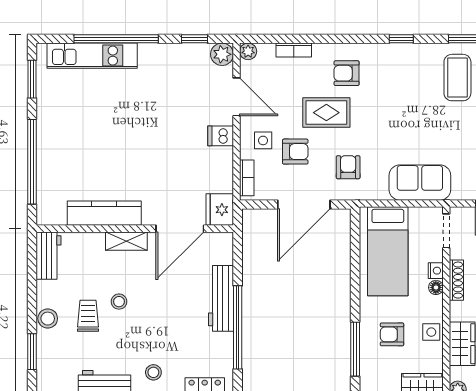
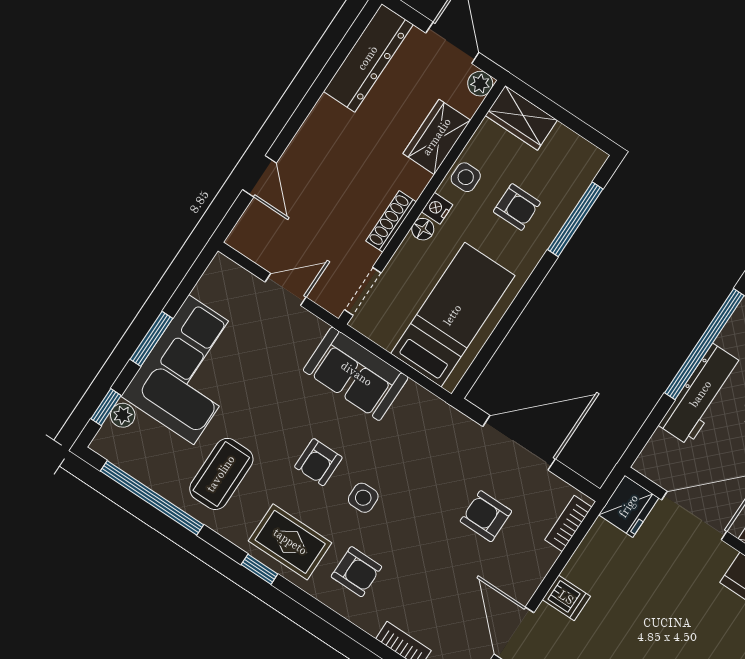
rug: (326, 113) -> (290, 542), moved
side table: (263, 140) -> (363, 498), moved
armchair: (348, 167) -> (318, 462), moved
nightstand: (436, 271) -> (437, 208), moved

